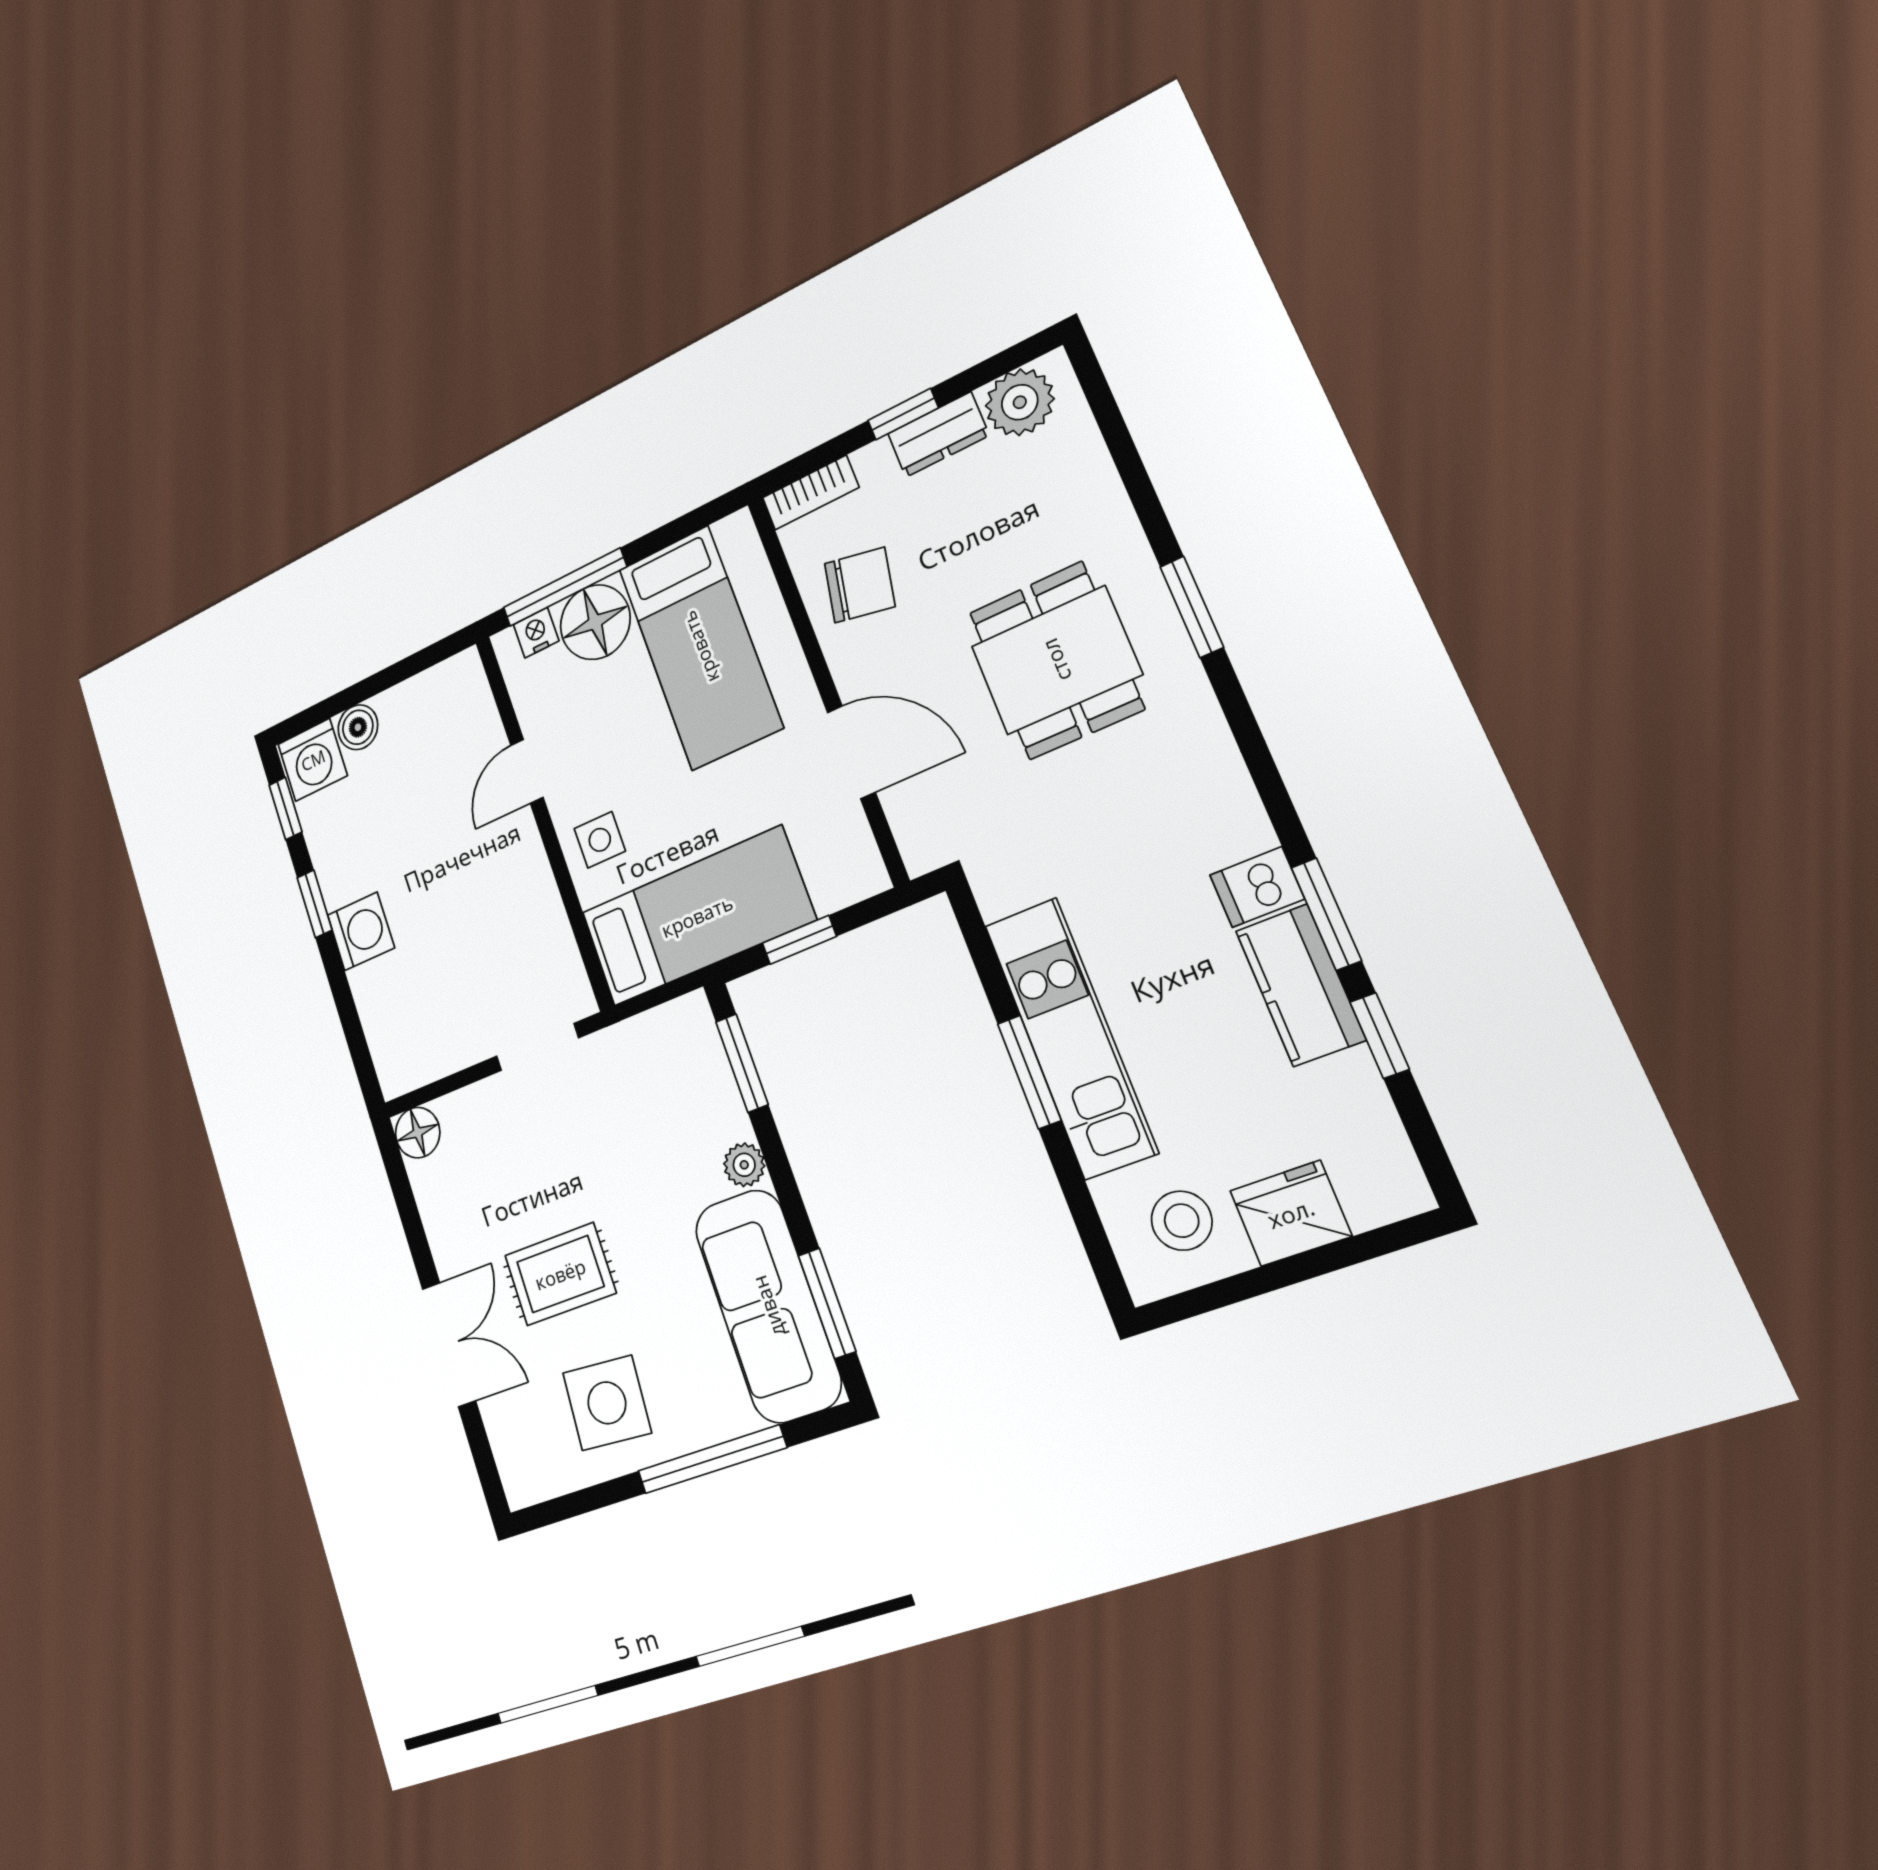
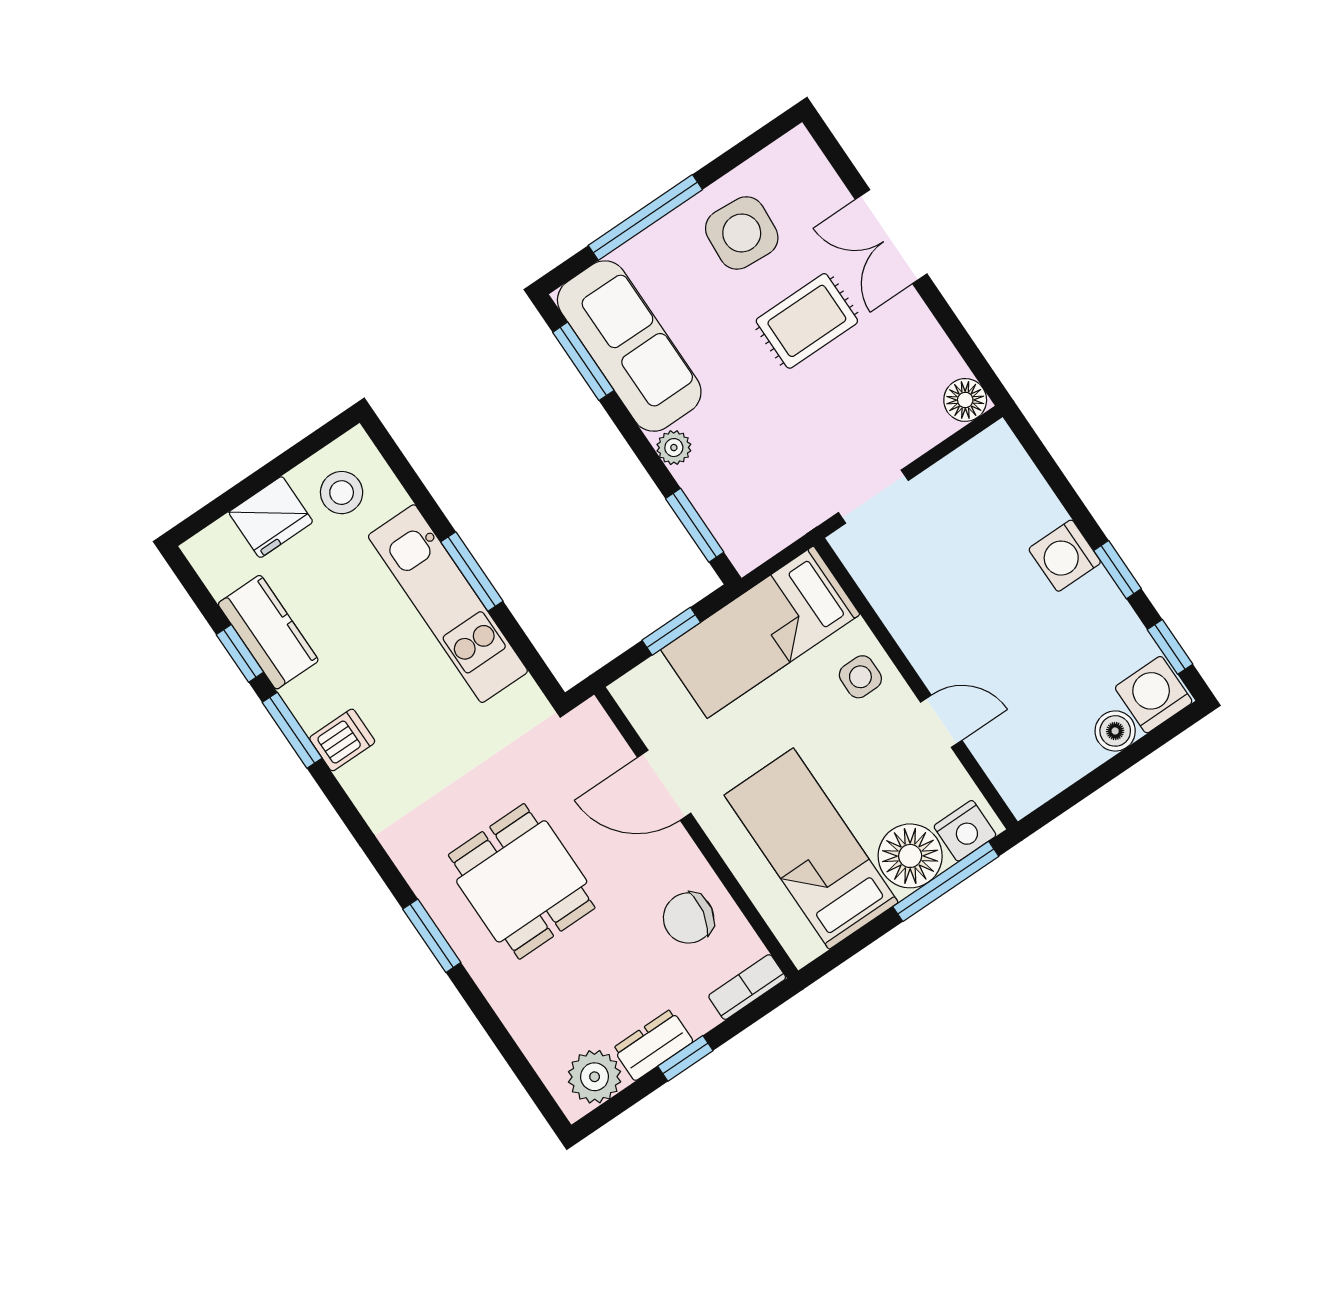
nightstand: (536, 633) -> (965, 831), width x1.39, depth x1.35
door: (527, 771) -> (941, 721), hinge flipped
kitchen counter: (1300, 985) -> (268, 632), moved

